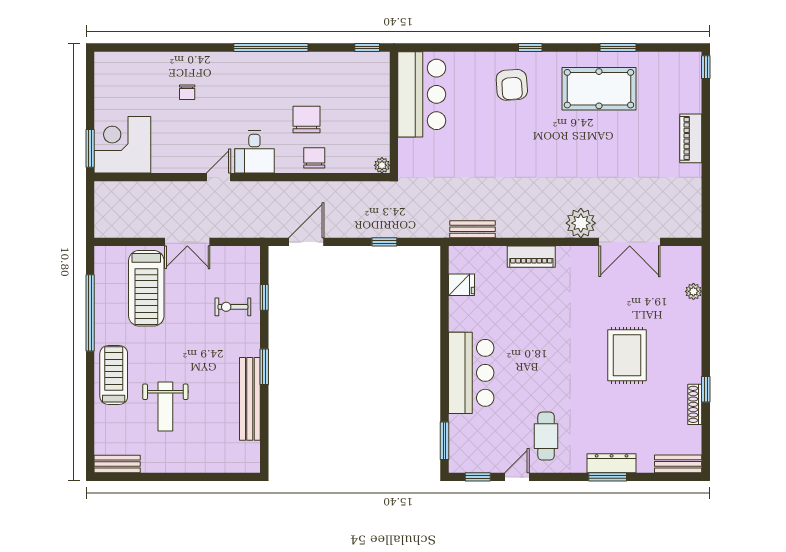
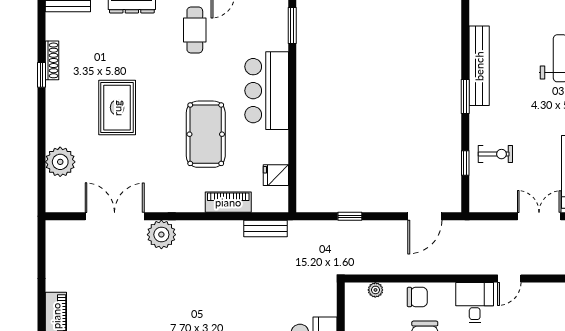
chair: (314, 158) -> (417, 297), turned -90
plant: (382, 165) -> (375, 290), moved
piano: (531, 257) -> (228, 202), moved
plant: (693, 291) -> (60, 162), width x1.87, depth x1.87
pool table: (535, 327) -> (206, 134), added

